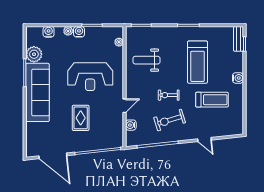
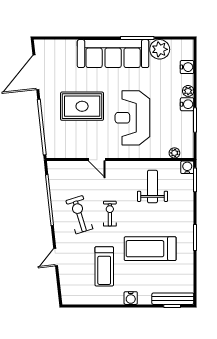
bench: (239, 39) -> (173, 299), width x1.36
rug: (81, 118) -> (82, 106), width x1.36, depth x1.43
water cooler: (131, 125) -> (187, 167), moved

